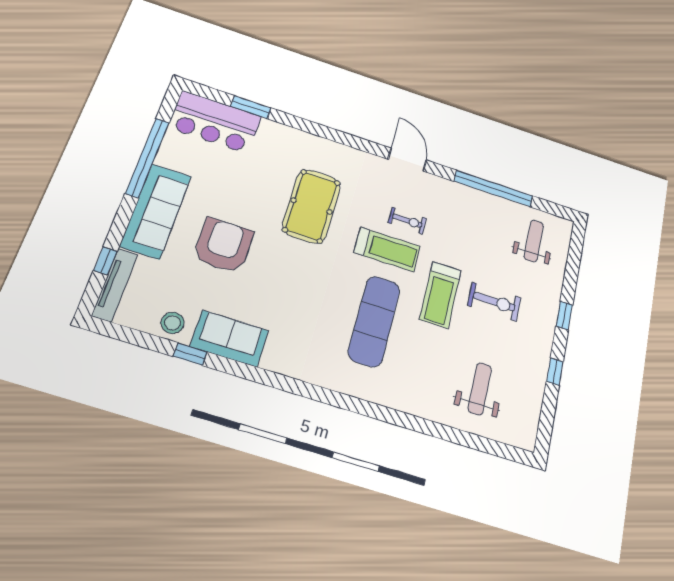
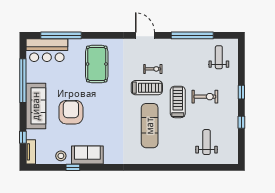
window: (251, 107) -> (61, 35), width x2.11
pool table: (312, 206) -> (97, 64), moved
tv unit: (115, 285) -> (31, 152), width x0.71
treadmill: (440, 295) -> (178, 102), turned 180

